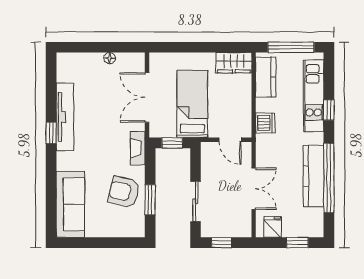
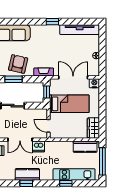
nightstand: (157, 61) -> (94, 83), added
tv unit: (65, 117) -> (80, 30), moved
dishwasher: (265, 123) -> (38, 146), moved
door: (230, 140) -> (48, 126), hinge flipped
kitchen counter: (313, 176) -> (27, 174), width x0.67
window: (329, 178) -> (26, 183), width x0.32

